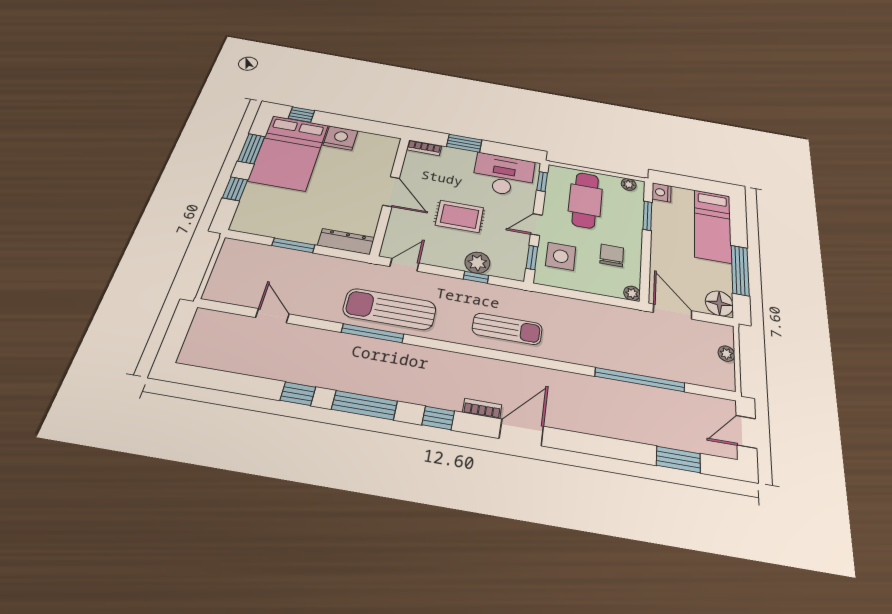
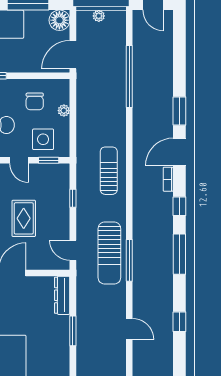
chair: (612, 255) -> (35, 101), turned -90
plant: (477, 263) -> (61, 199), removed
plant: (632, 293) -> (64, 111), moved
door: (272, 316) -> (129, 329), swing flipped
window: (298, 394) -> (179, 322), moved
door: (521, 432) -> (179, 152), hinge flipped
window: (678, 459) -> (179, 111), moved

